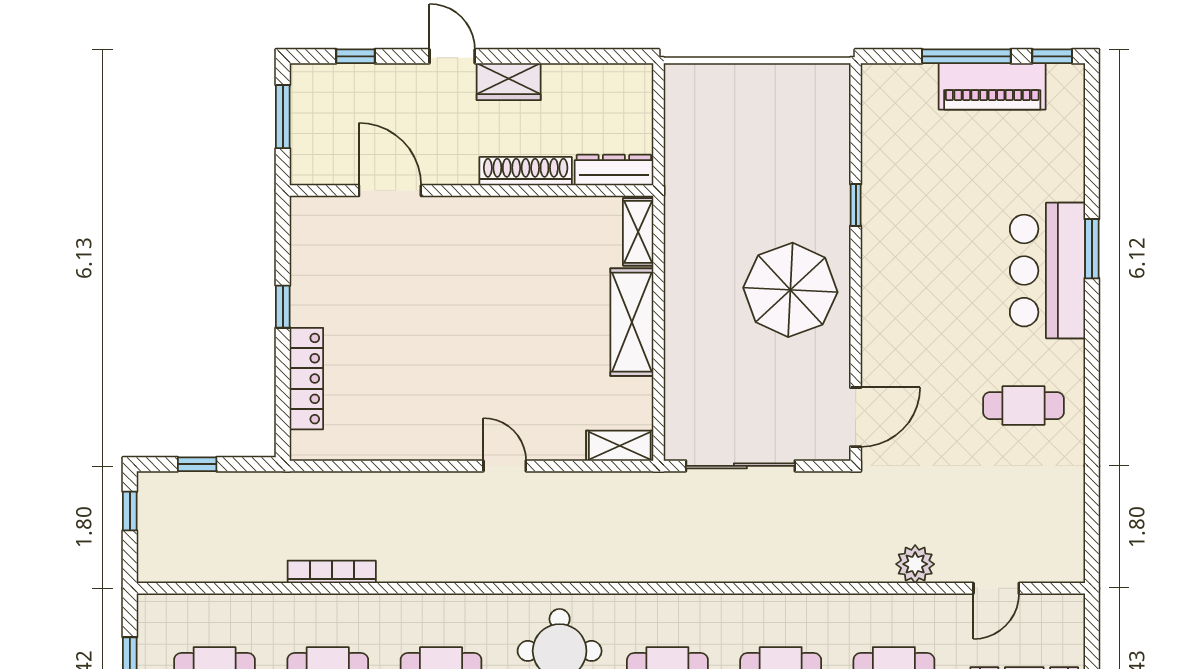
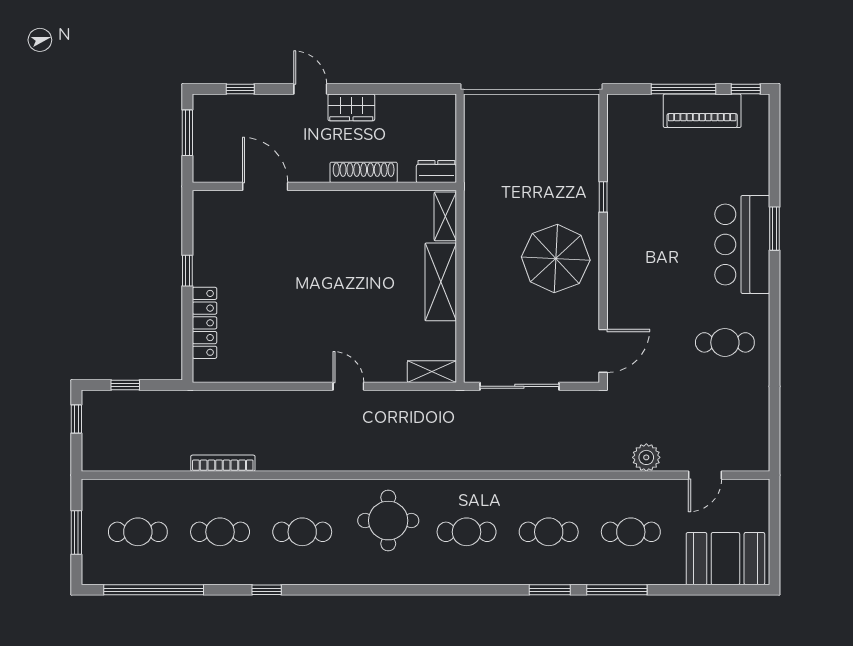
dresser: (614, 170) -> (436, 172), width x0.70

